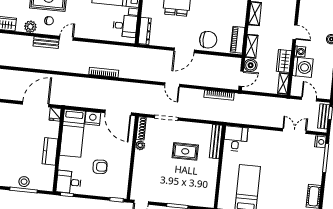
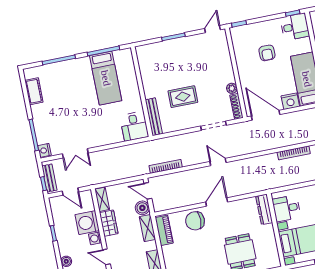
door: (241, 79) -> (148, 191), hinge flipped
armchair: (100, 167) -> (267, 53), turned -87

